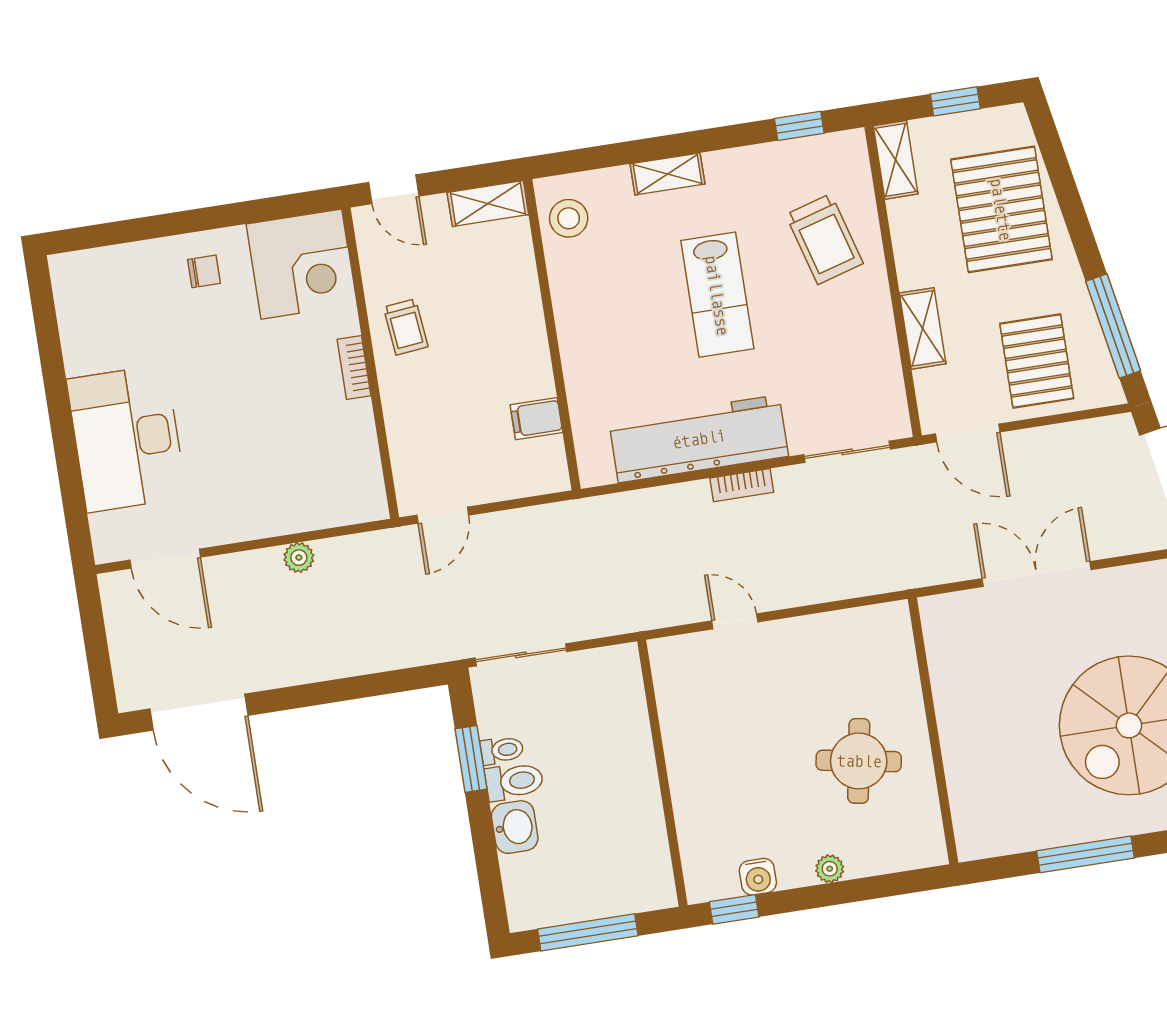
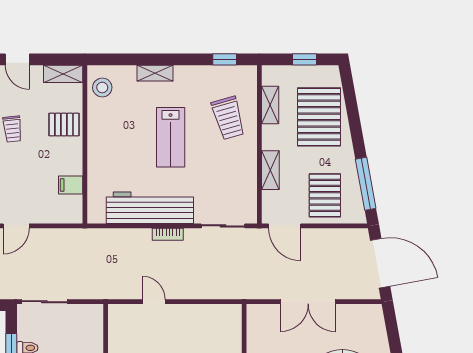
shelving: (896, 160) -> (270, 105), moved
pallet: (505, 303) -> (64, 125), added
double door: (1037, 574) -> (308, 302), swing flipped

